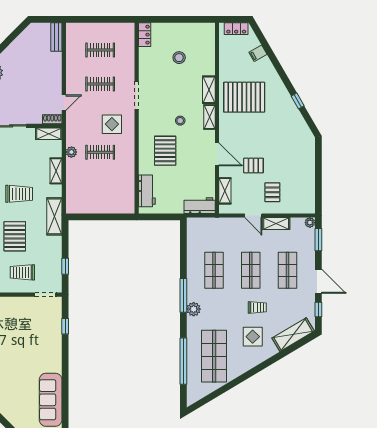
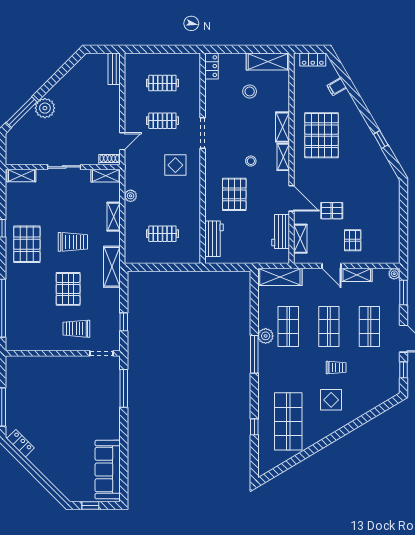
shelving: (196, 31) -> (268, 62), added
pallet: (244, 97) -> (322, 135), turned 90
clothes rail: (100, 152) -> (162, 234), moved
workbench: (200, 206) -> (281, 232), moved, turned -90
plant: (194, 309) -> (266, 336), moved
window: (65, 326) -> (124, 388), width x2.17
shelving: (293, 335) -> (280, 277), moved, turned 31
window: (183, 361) -> (254, 427), width x0.32

